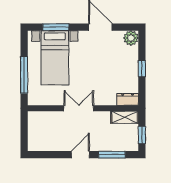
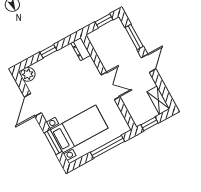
double door: (79, 108) -> (110, 86), swing flipped
shelving: (125, 117) -> (158, 100), moved
window: (24, 125) -> (149, 124), added
door: (80, 155) -> (149, 63), swing flipped

